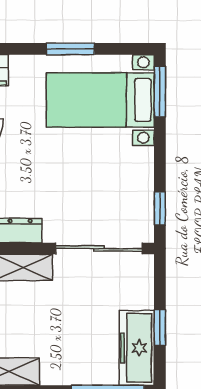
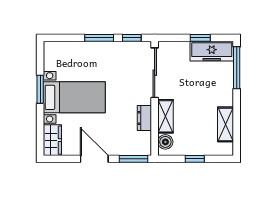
window: (160, 91) -> (99, 38), moved
bed with nightstands: (100, 100) -> (74, 97), moved, turned -90

